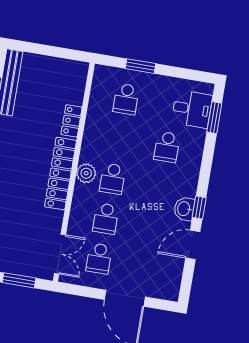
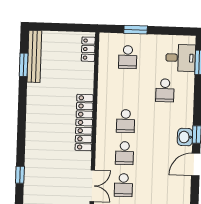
locker: (72, 121) -> (88, 49), moved
plant: (86, 173) -> (104, 120), removed

